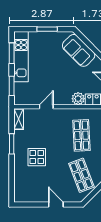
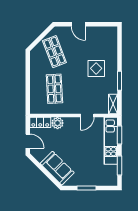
kitchen unit: (21, 57) -> (111, 141), moved

